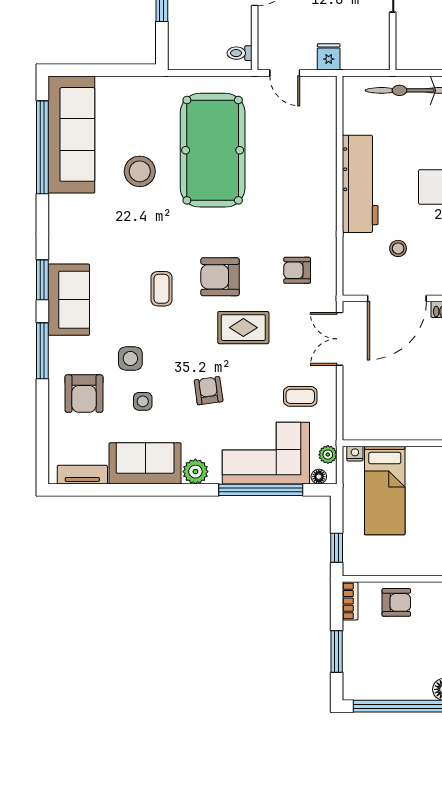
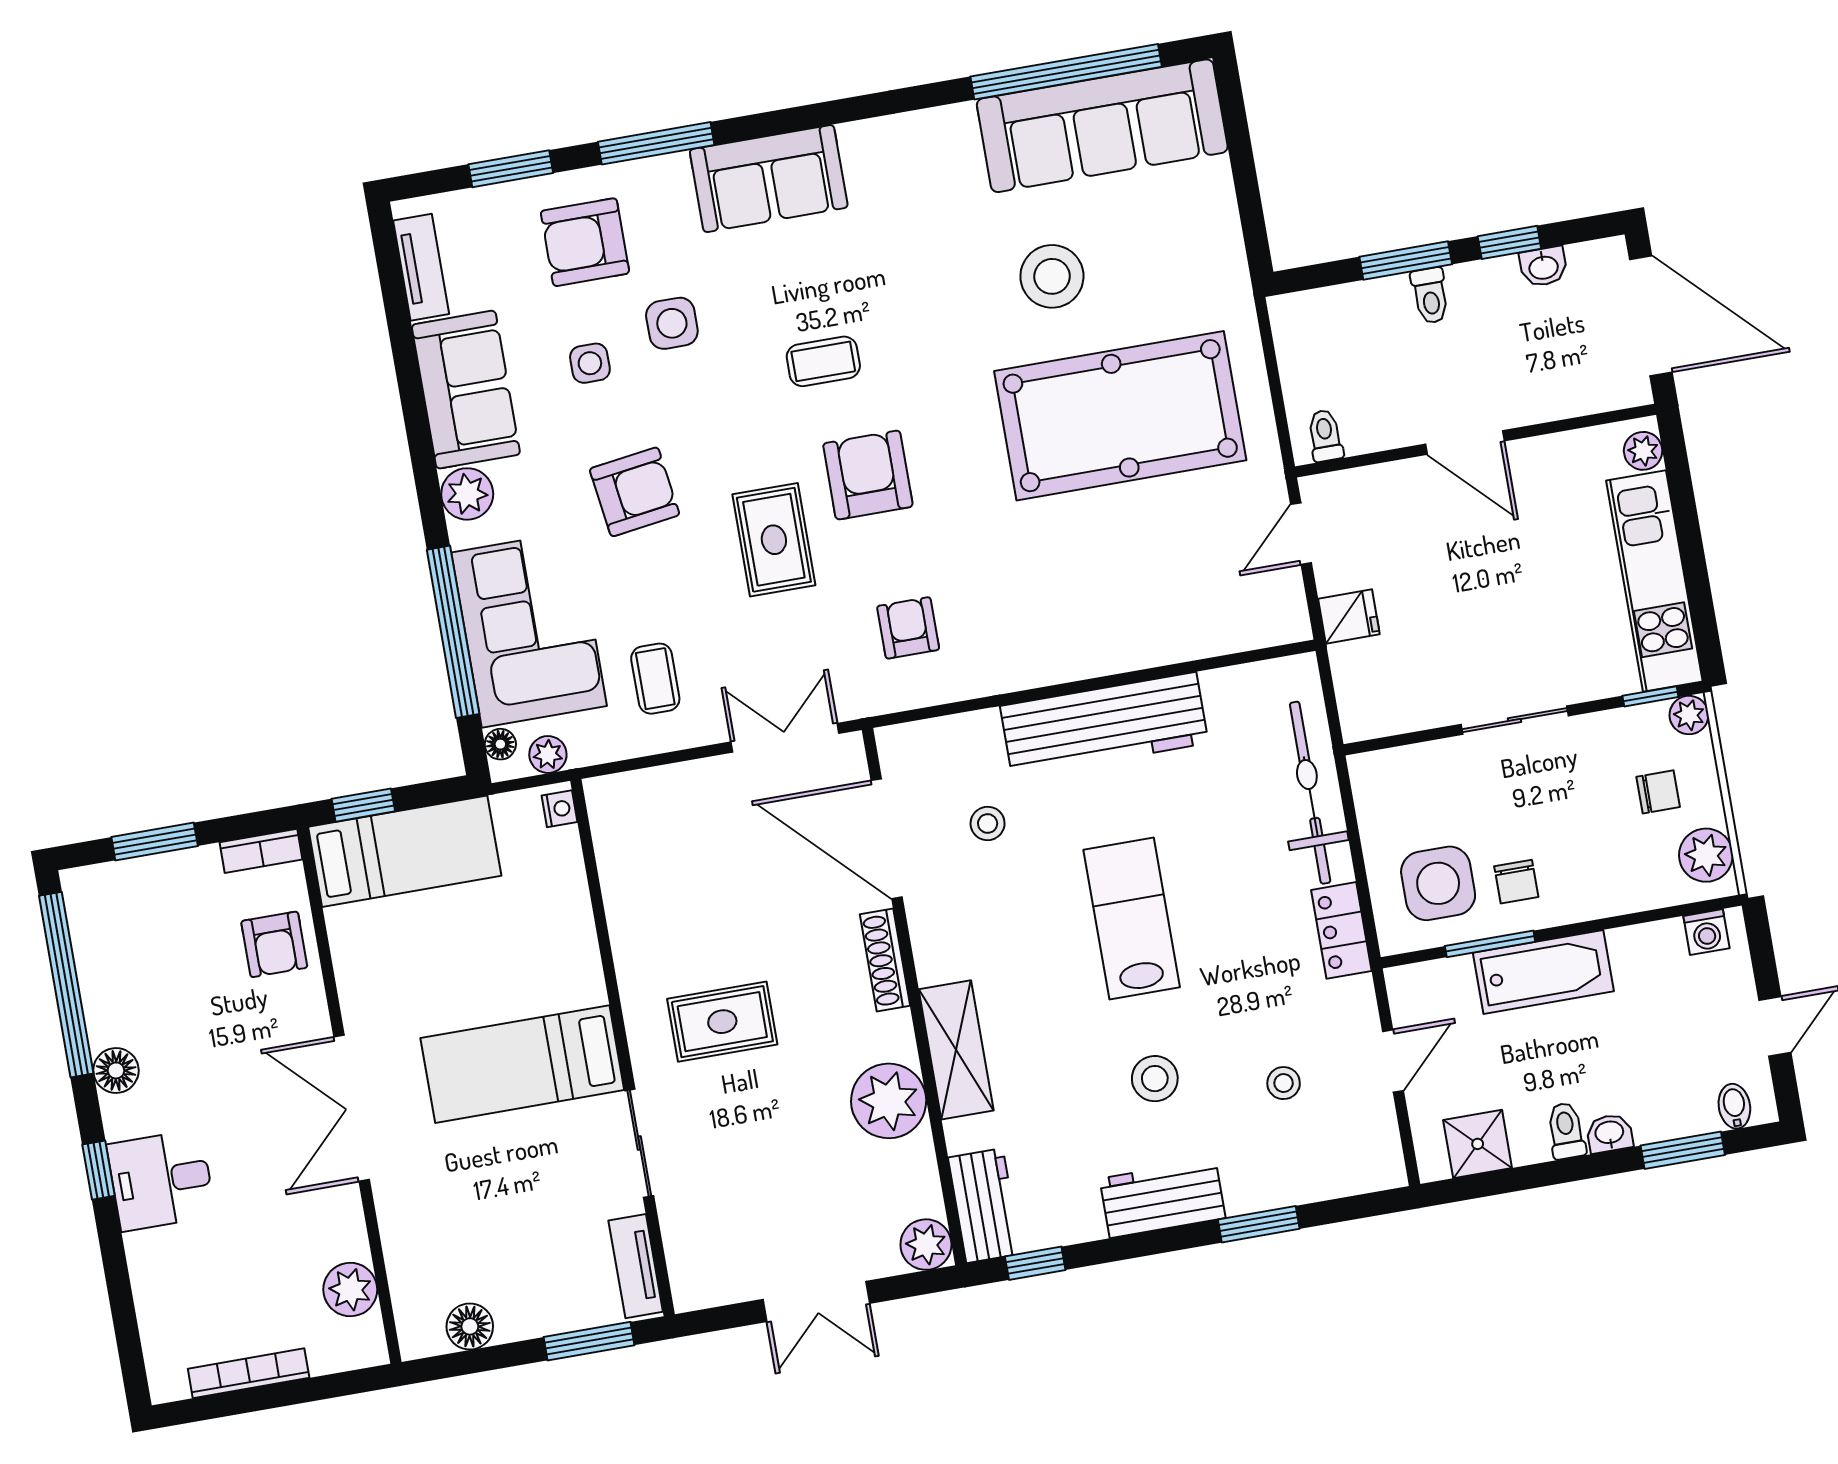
window: (42, 280) -> (511, 169), moved
armchair: (209, 391) -> (635, 492), width x1.38, depth x1.38
bed: (385, 490) -> (405, 851), moved, turned 180

